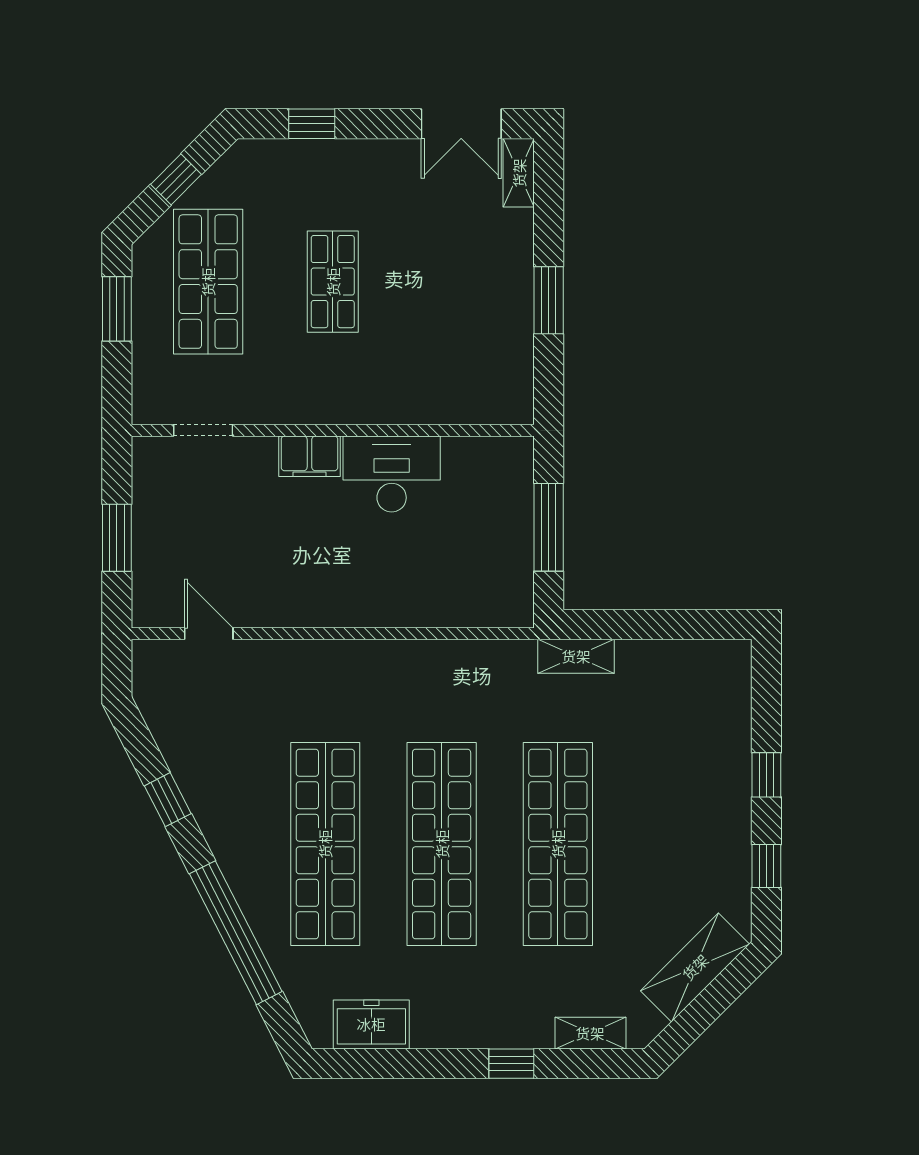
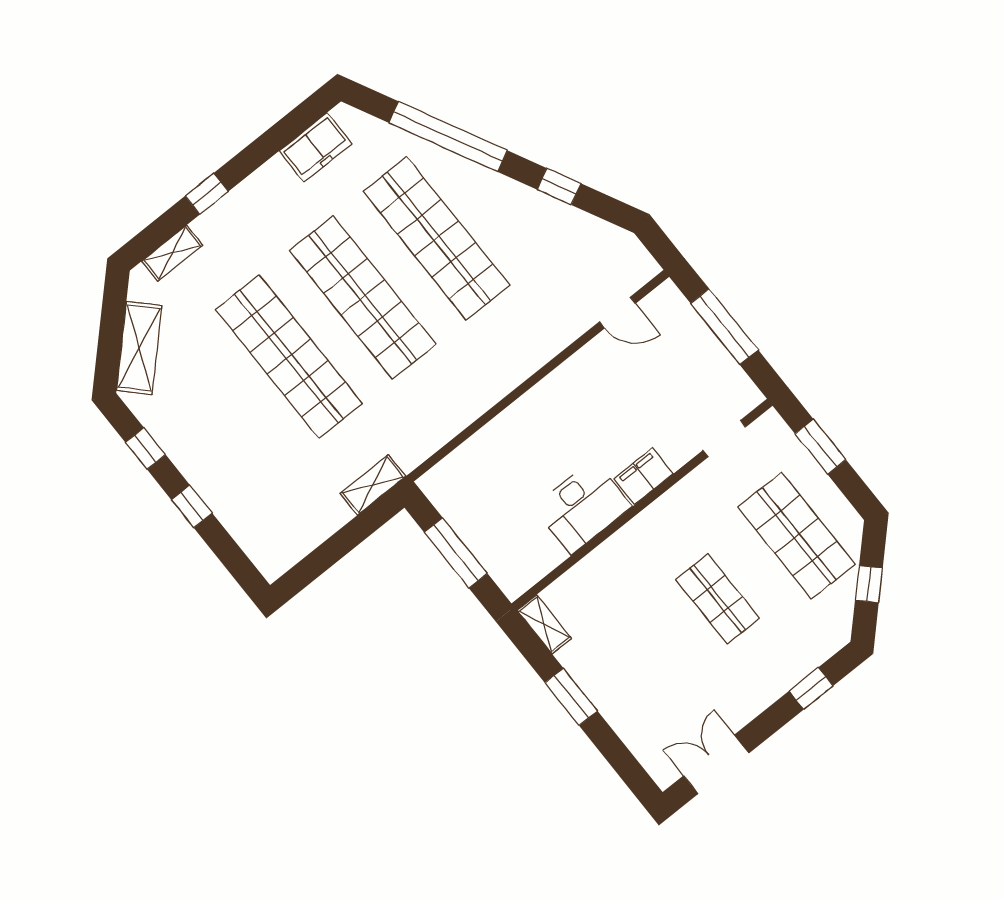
shelving: (519, 173) -> (544, 624), moved
window: (117, 309) -> (820, 447), moved
window: (117, 538) -> (724, 327), width x1.44

